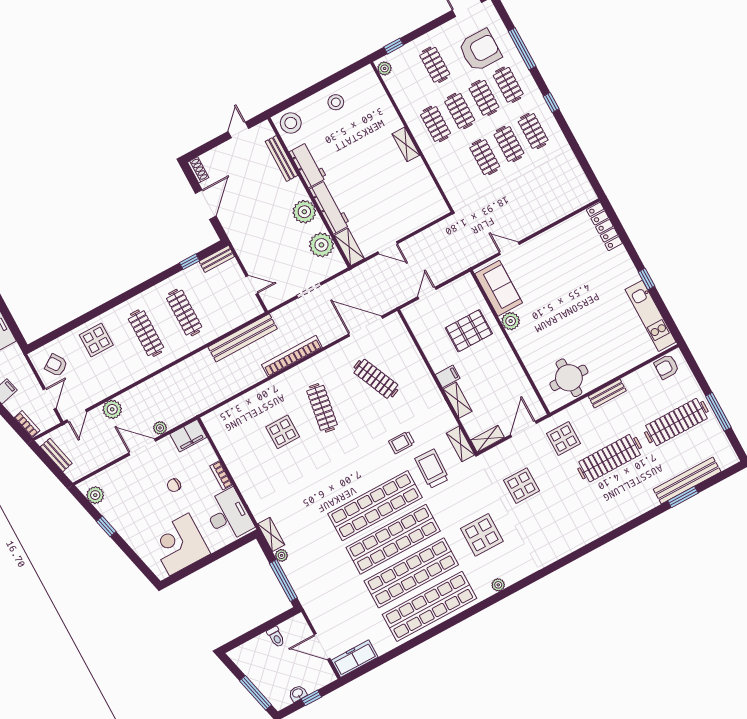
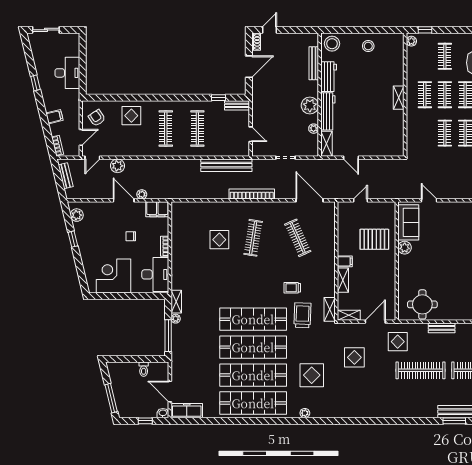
door: (238, 130) -> (269, 30), moved
plant: (321, 245) -> (314, 129), width x0.53, depth x0.53
washbasin: (298, 693) -> (163, 413), moved

